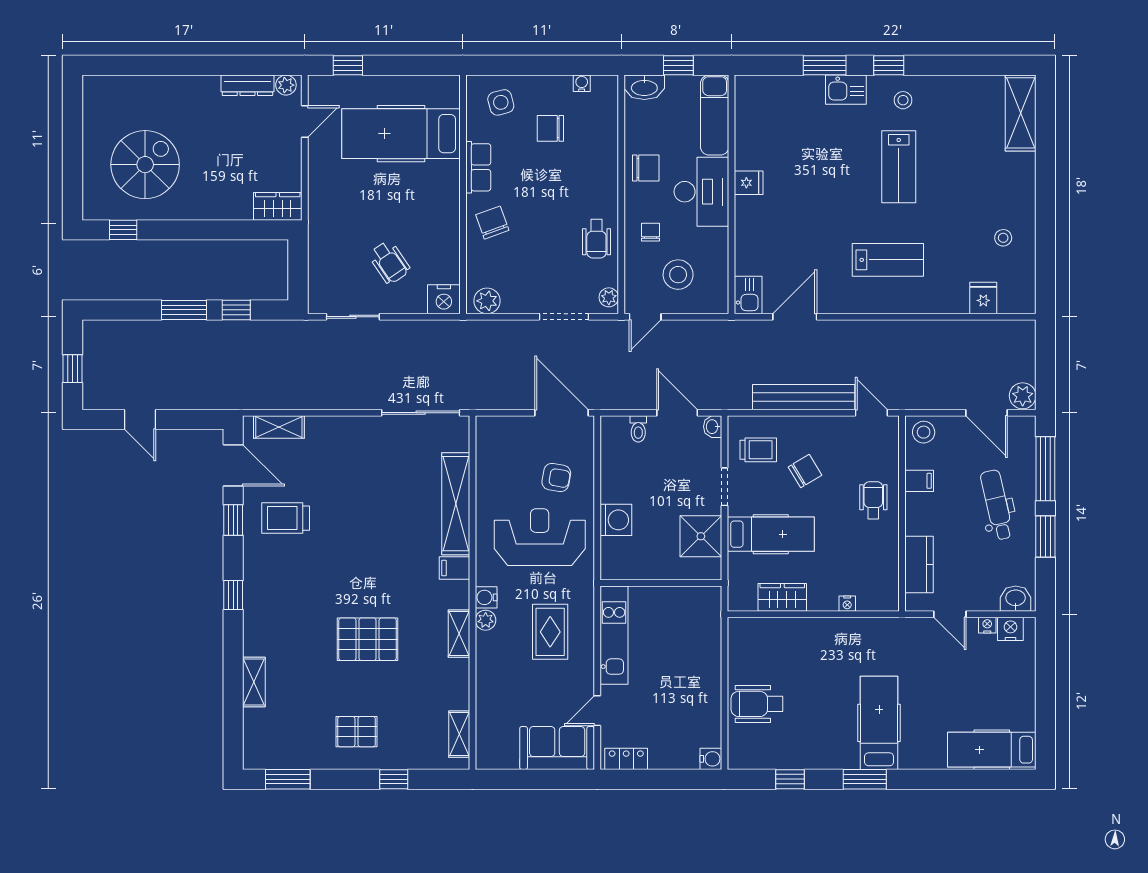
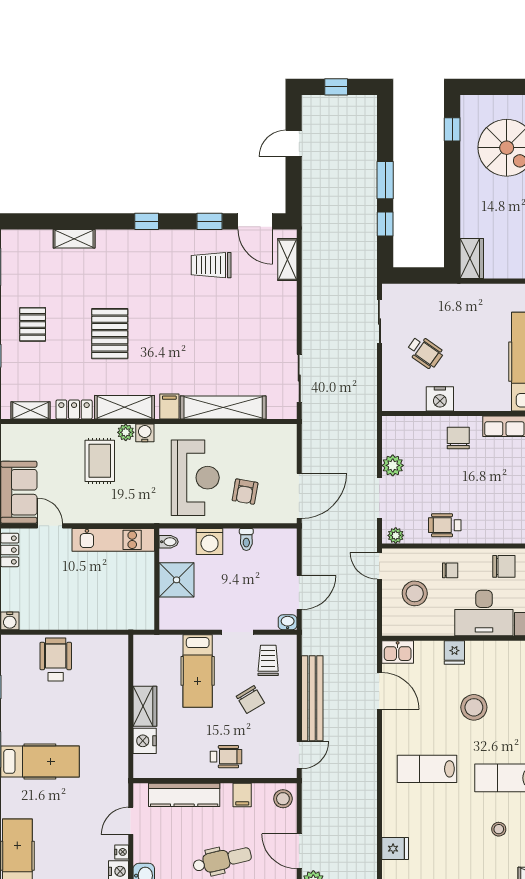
chair: (646, 168) -> (504, 566), turned -90
fridge: (749, 183) -> (454, 652), moved
stool: (814, 204) -> (474, 707), added
chair: (492, 223) -> (458, 438), turned -70
stool: (1003, 238) -> (499, 829), moved
lab bench: (888, 260) -> (427, 769), turned 90
wheelchair: (389, 262) -> (425, 352), turned -111
nightstand: (444, 299) -> (440, 399), moved, turned -90
plant: (487, 301) -> (393, 465), moved
sliding door: (421, 413) -> (299, 378), width x0.73
door: (987, 413) -> (299, 851), hinge flipped
toilet: (638, 429) -> (246, 539), moved, turned -90
trolley: (758, 450) -> (268, 660), turned 180
door: (233, 465) -> (255, 221), hinge flipped
trolley: (286, 518) -> (211, 265), turned -90
shower: (701, 536) -> (177, 580), moved
kitchen counter: (919, 564) -> (184, 795), width x1.50
bidet: (616, 569) -> (169, 542), added
wardrobe: (782, 597) -> (145, 706), moved
nightstand: (847, 604) -> (145, 741), width x1.89, depth x1.79
rug: (550, 632) -> (100, 461), moved, turned 90
shelving: (459, 634) -> (124, 407), width x1.50, depth x1.33
locker: (458, 682) -> (74, 410), added

